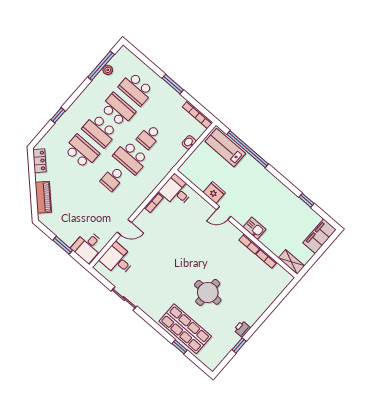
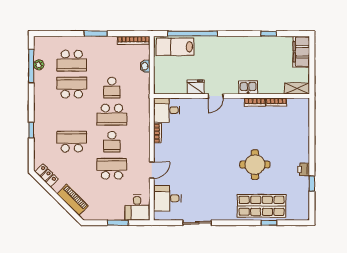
school desk: (100, 131) -> (112, 169), moved, turned 180

